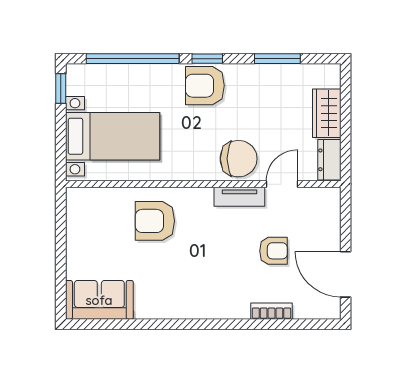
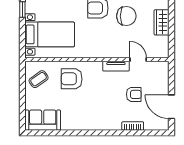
chair: (239, 159) -> (126, 16), moved
dresser: (329, 160) -> (163, 47), removed
door: (282, 184) -> (138, 60), hinge flipped
coffee table: (92, 222) -> (39, 79), added

